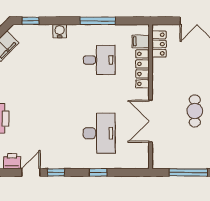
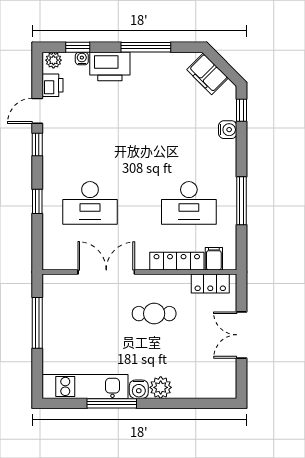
water cooler: (60, 31) -> (228, 130), moved
desk: (99, 60) -> (189, 203), width x1.37
cafe table: (195, 111) -> (154, 314), moved
door: (31, 172) -> (37, 111), swing flipped

